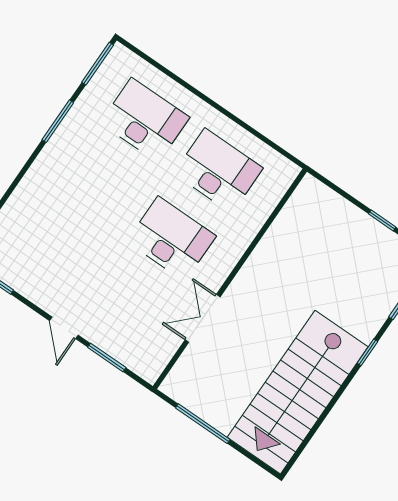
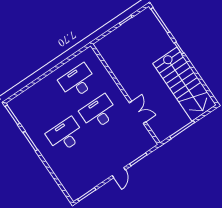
desk: (145, 120) -> (65, 135), moved
double door: (203, 318) -> (138, 112), swing flipped
door: (64, 328) -> (119, 173), hinge flipped

